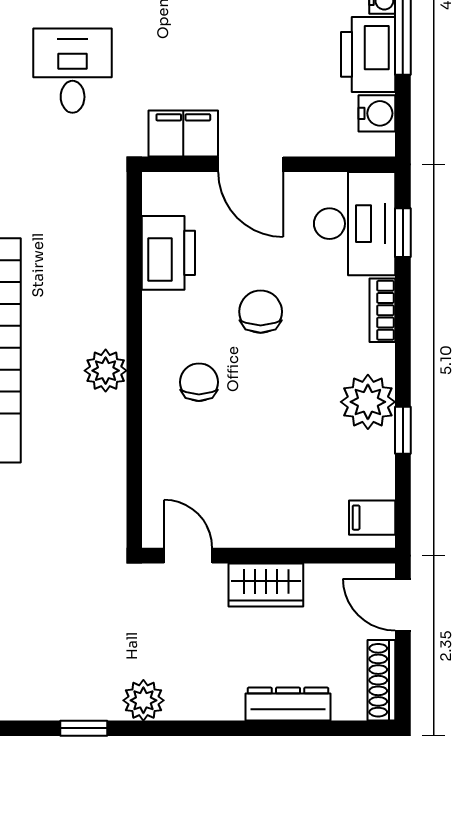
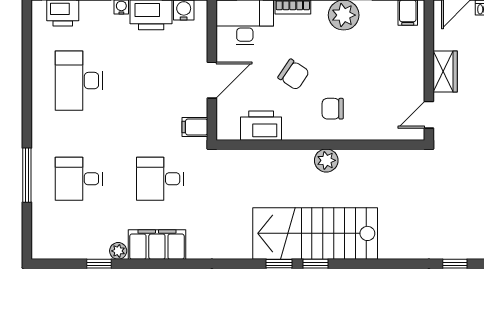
filing cabinet: (183, 134) -> (195, 127), width x0.50
chair: (261, 312) -> (294, 75), turned -146

